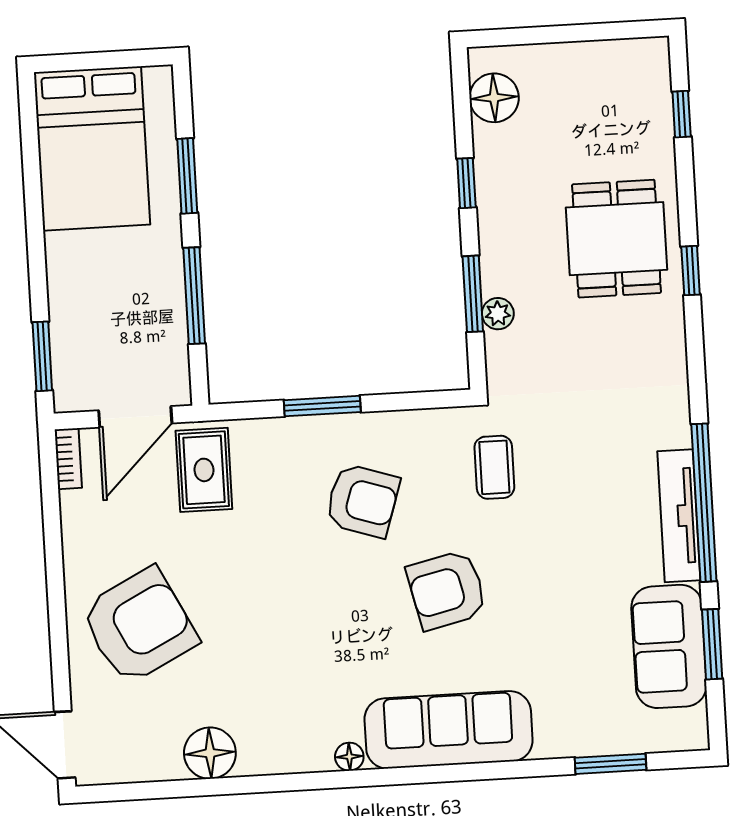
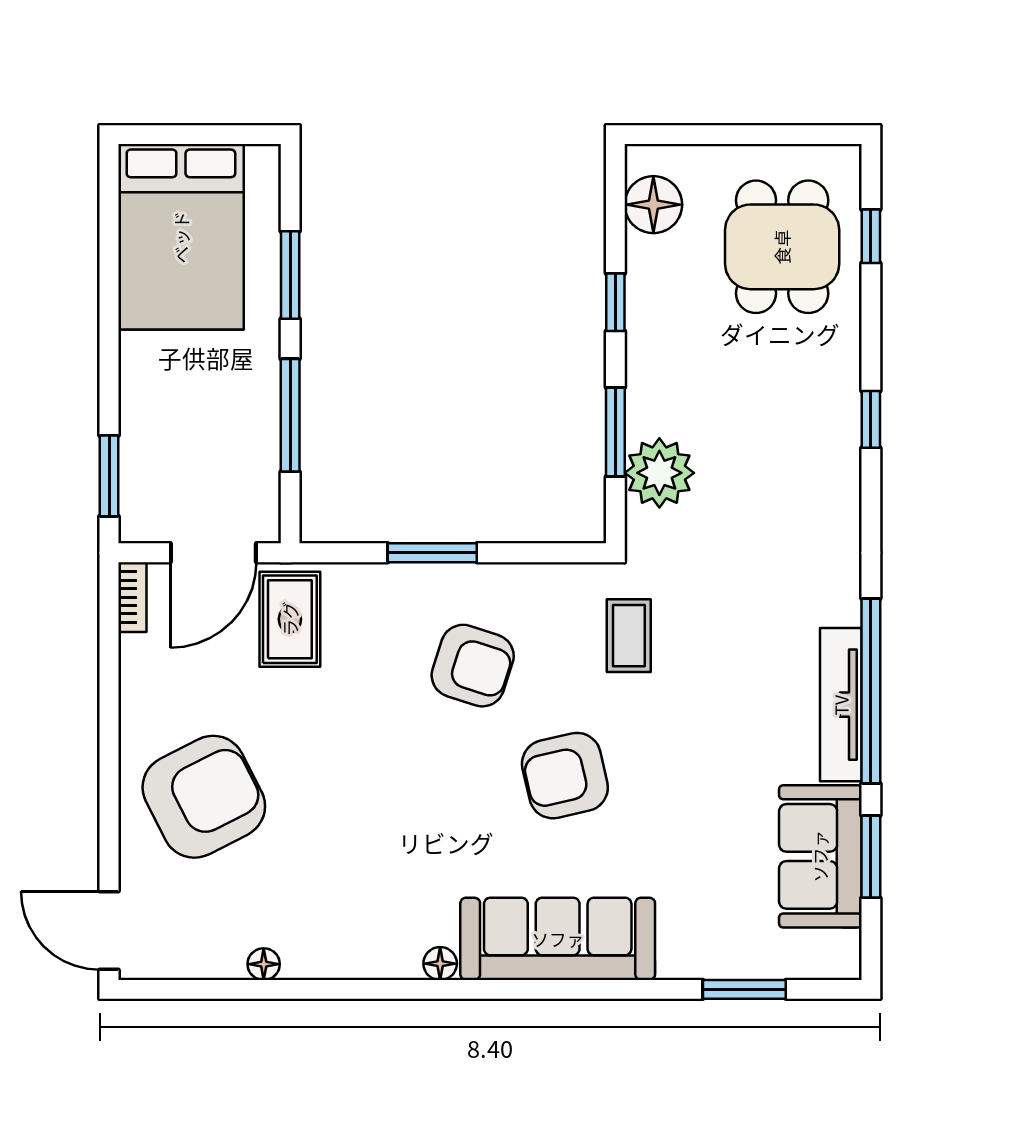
dining table: (617, 239) -> (782, 247), moved
plant: (498, 314) -> (659, 473), width x1.88, depth x1.88
floor lamp: (210, 753) -> (264, 964), width x0.53, depth x0.53

